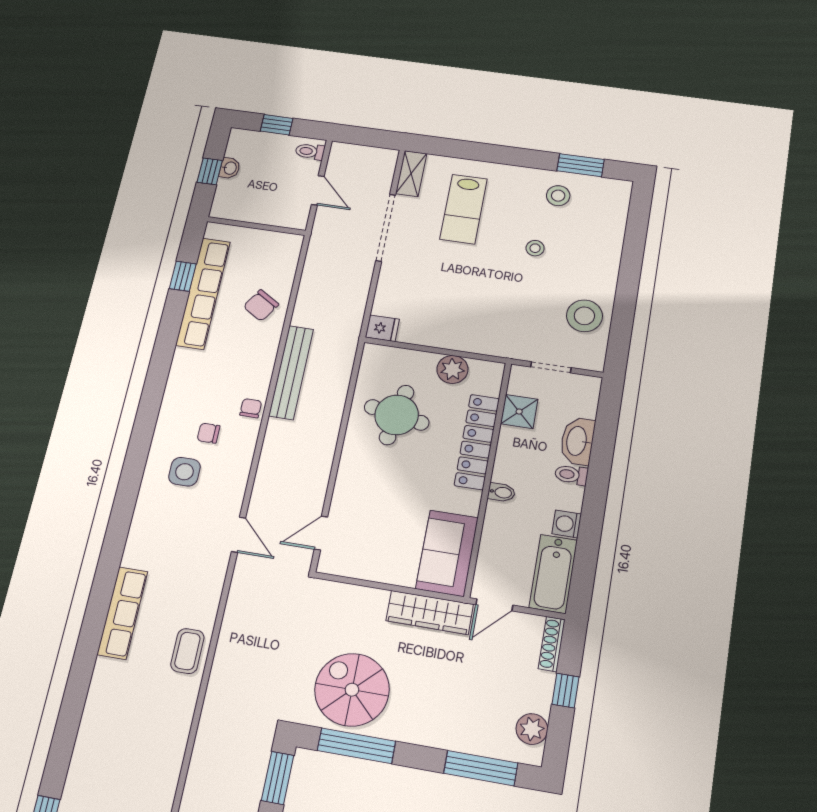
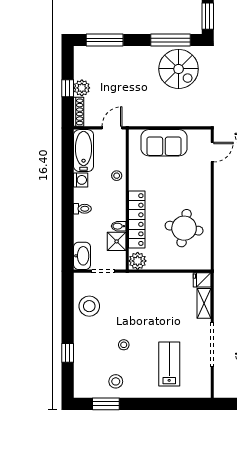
shelving: (411, 174) -> (204, 303), moved
window: (633, 250) -> (68, 353), added
plant: (452, 369) -> (138, 261), moved
washbasin: (577, 441) -> (82, 256), moved
bidet: (501, 492) -> (119, 226), moved
stool: (500, 521) -> (117, 176), added
sofa: (447, 553) -> (164, 143), moved, turned 90
wardrobe: (430, 612) -> (145, 118), removed
plant: (532, 729) -> (82, 88), moved

